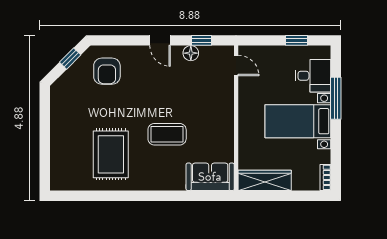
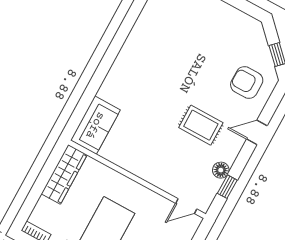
door: (160, 40) -> (257, 132), moved
coffee table: (167, 134) -> (157, 107), removed
rug: (111, 154) -> (201, 125), moved, width x0.73, depth x0.70

